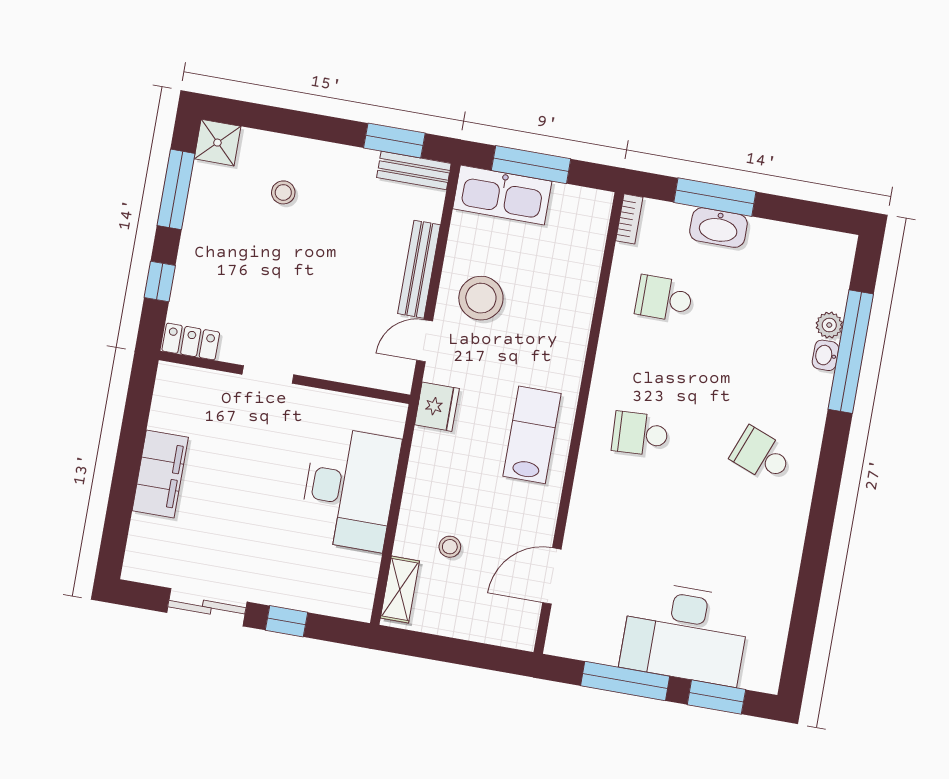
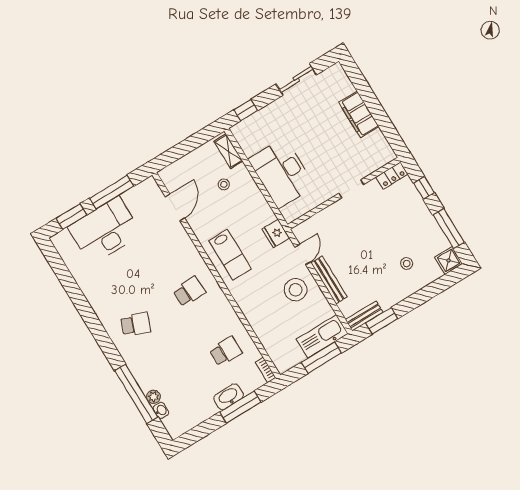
washbasin: (825, 355) -> (161, 410), moved
window: (286, 621) -> (246, 110), moved

